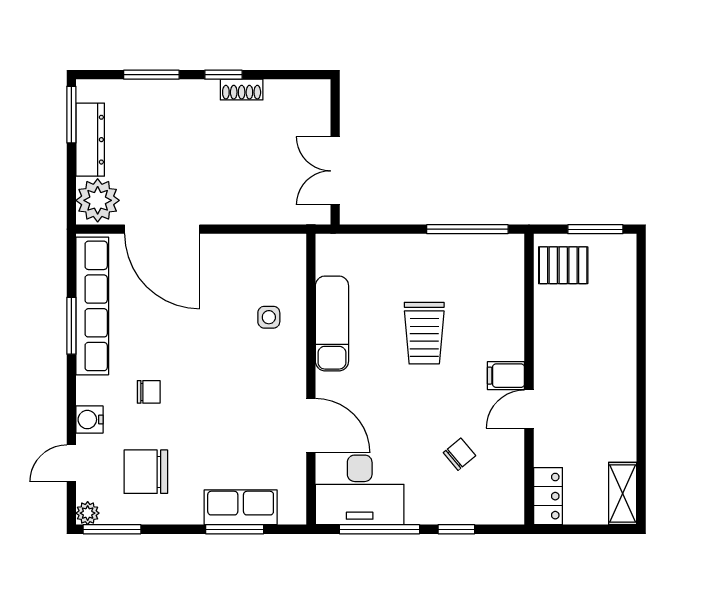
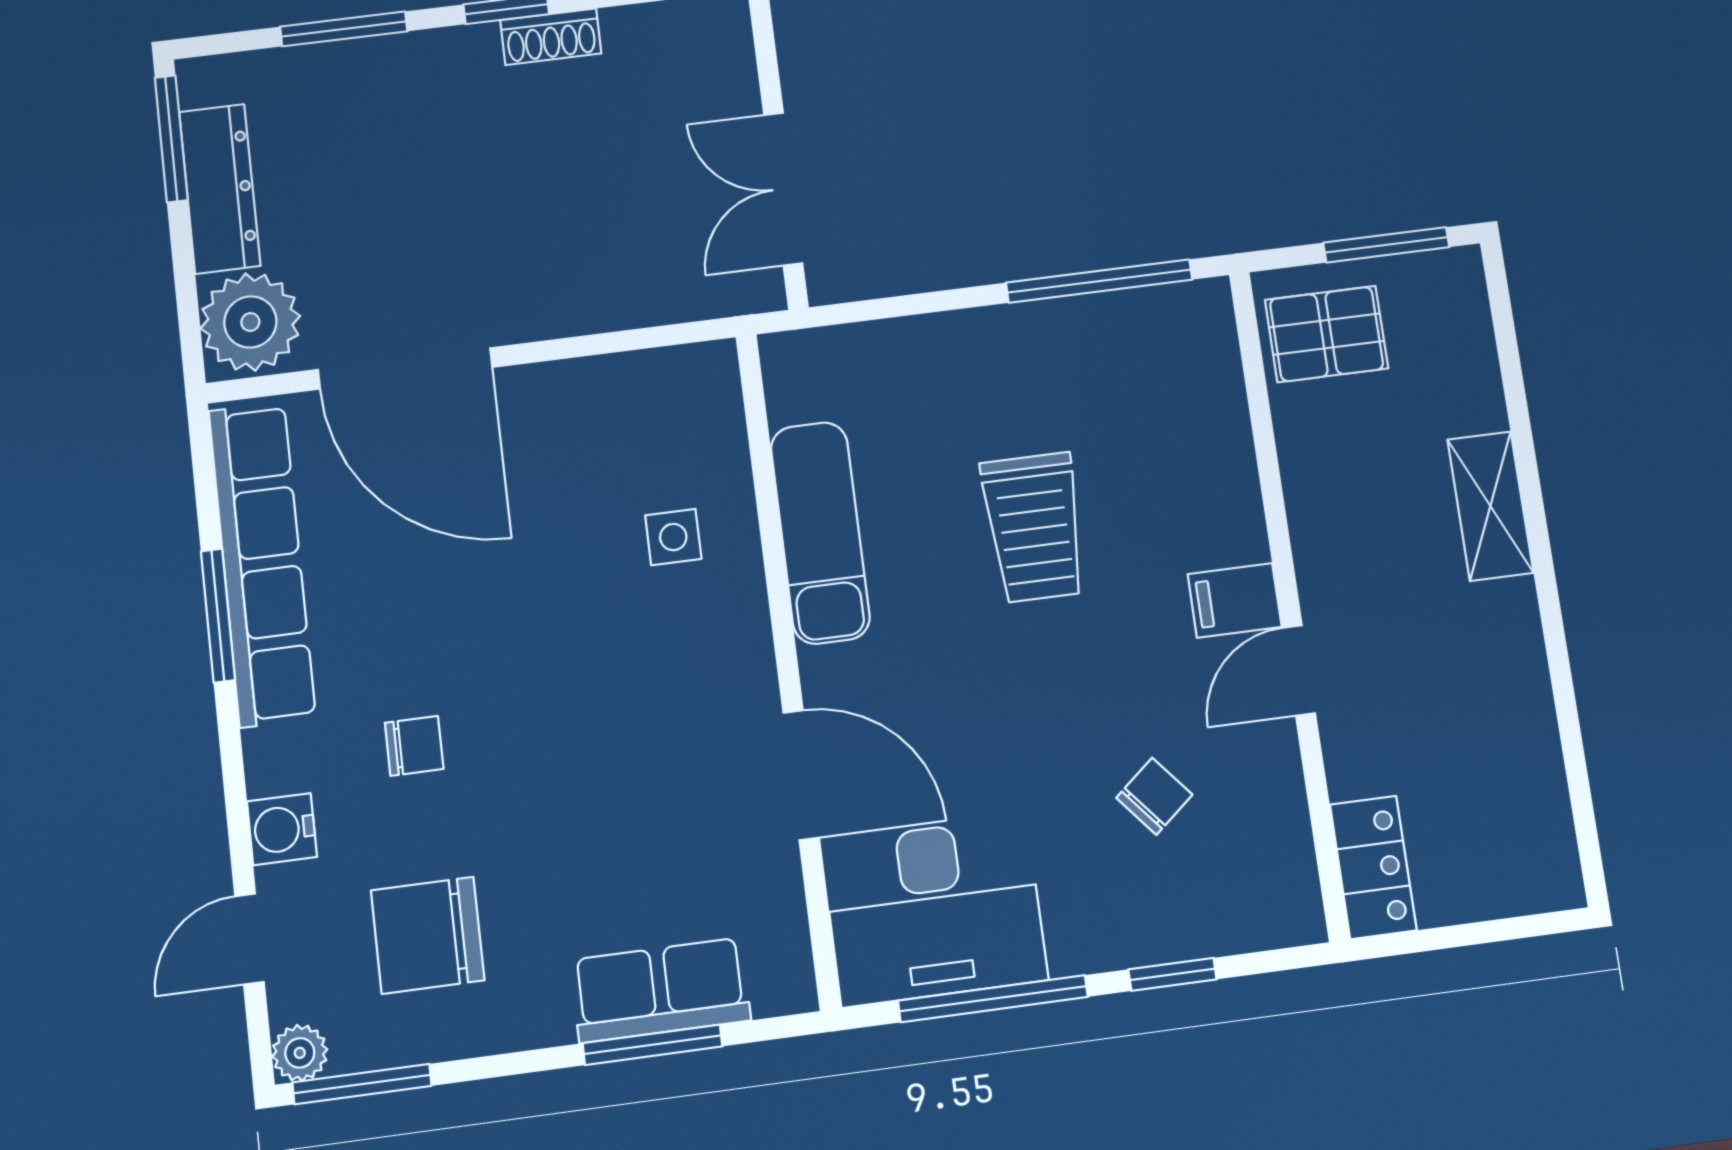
shelving: (623, 494) -> (1490, 506), moved

